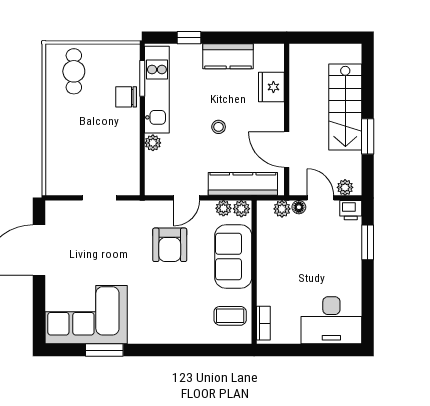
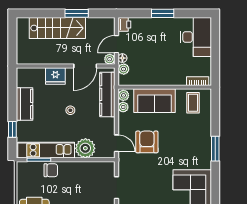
fridge: (271, 87) -> (55, 76), moved
chair: (126, 97) -> (51, 170), turned -90
plant: (153, 143) -> (85, 148), width x1.88, depth x1.88
plant: (345, 187) -> (110, 59), moved
door: (187, 198) -> (116, 143), moved
window: (368, 242) -> (163, 13), moved
armchair: (170, 245) -> (147, 142), turned -90
window: (104, 350) -> (215, 149), moved

